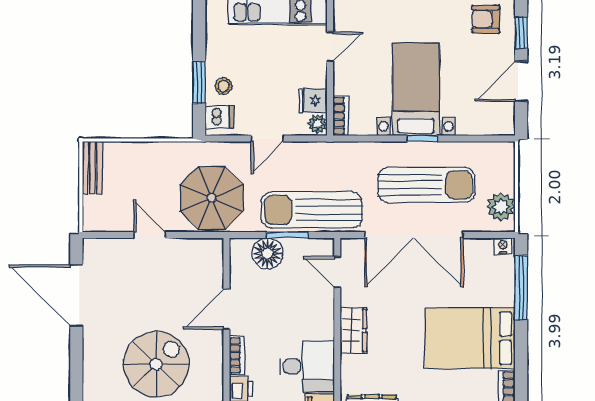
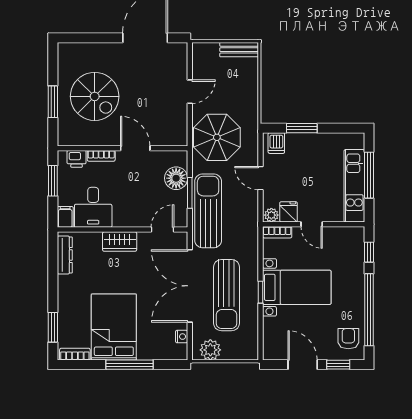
door: (330, 47) -> (312, 224), moved
stool: (224, 86) -> (299, 146), removed
nightstand: (503, 246) -> (182, 337), moved
window: (521, 288) -> (129, 365), moved

